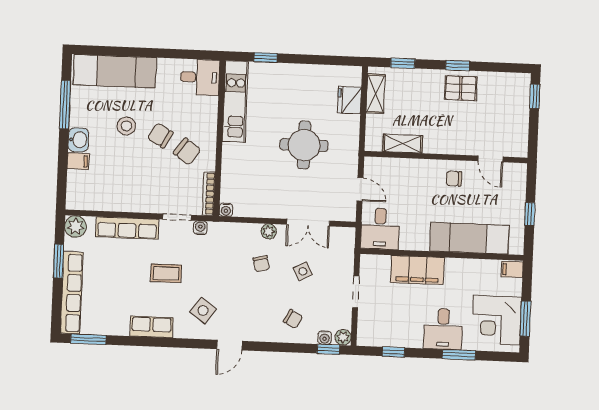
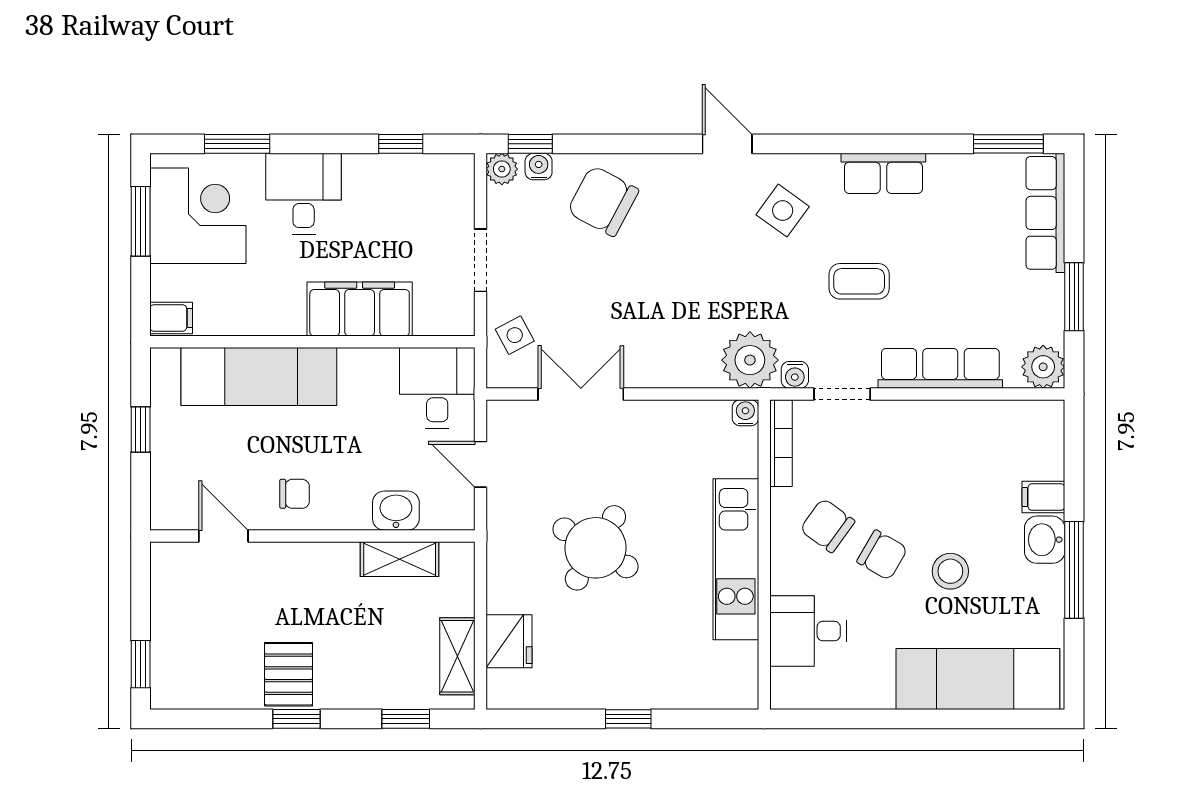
window: (266, 58) -> (628, 719), moved
desk: (200, 77) -> (808, 631), moved
pallet: (461, 88) -> (289, 674), turned 90
kitchen unit: (235, 101) -> (736, 559), moved
window: (65, 104) -> (1074, 570), moved
round table: (304, 145) -> (595, 548), turned 31
washbasin: (403, 168) -> (396, 511), added
plant: (269, 231) -> (750, 360), moved, width x1.88, depth x1.88
chair: (261, 264) -> (671, 309), removed
side table: (303, 271) -> (515, 335), moved
row of seats: (72, 293) -> (1045, 213), width x0.73
chair: (293, 319) -> (603, 201), width x1.87, depth x1.87
door: (229, 345) -> (727, 144), hinge flipped
window: (459, 355) -> (237, 144), moved

